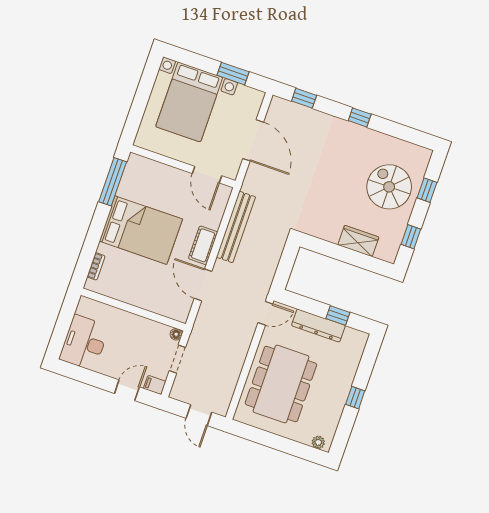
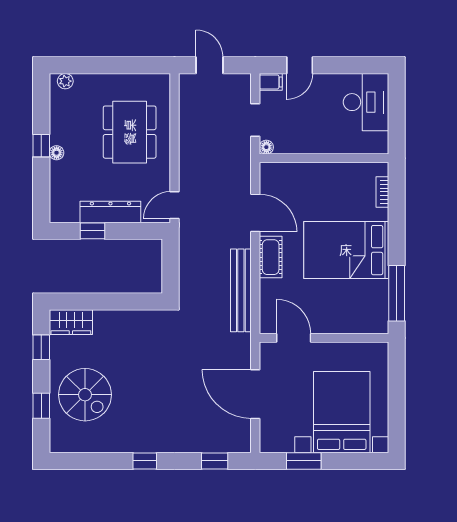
wardrobe: (358, 241) -> (71, 322), moved
dining table: (281, 384) -> (130, 132), width x0.73, depth x0.80
floor lamp: (345, 388) -> (57, 153), added

